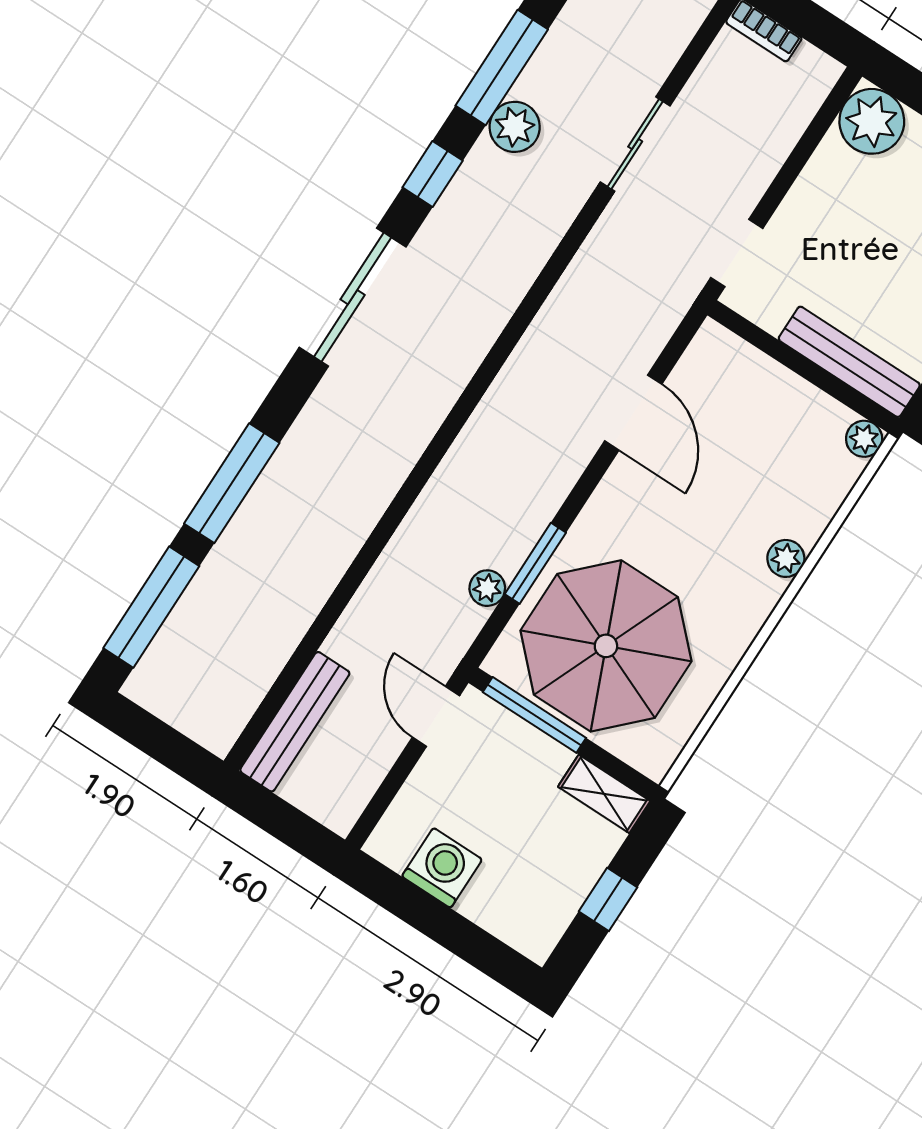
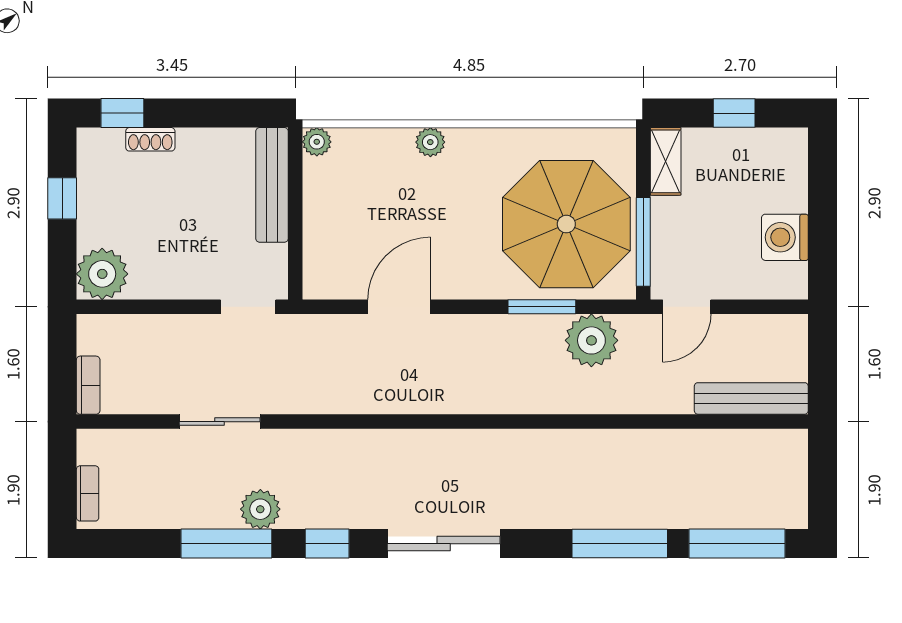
plant: (487, 588) -> (591, 340), width x1.87, depth x1.87

